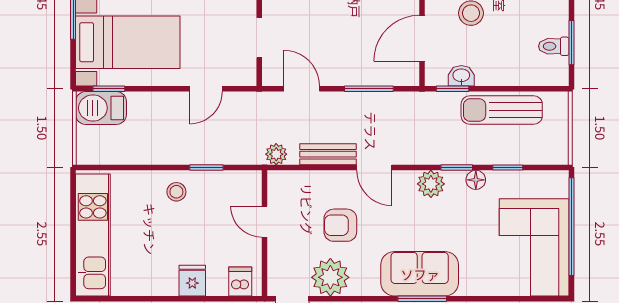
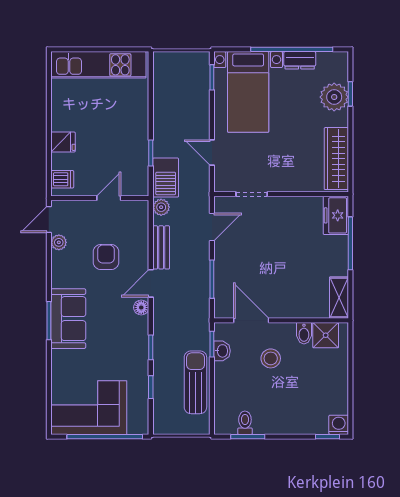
barbecue: (101, 108) -> (166, 178), moved, turned 180
floor lamp: (476, 180) -> (141, 307), moved
plant: (431, 184) -> (138, 327), removed
stool: (176, 192) -> (132, 130), removed
plant: (330, 277) -> (59, 242), width x0.53, depth x0.53

